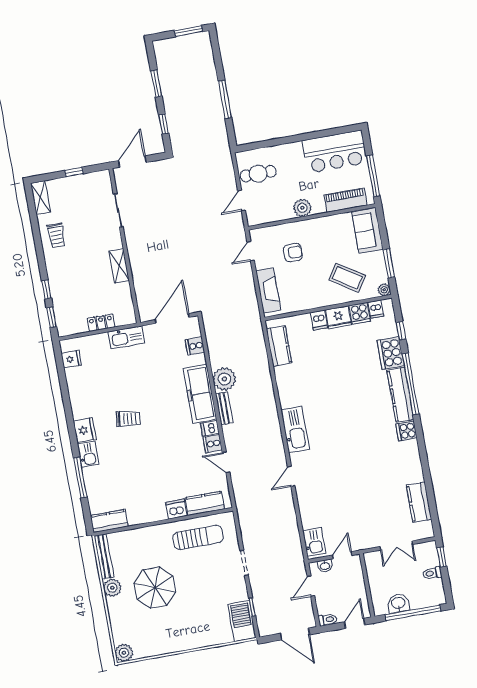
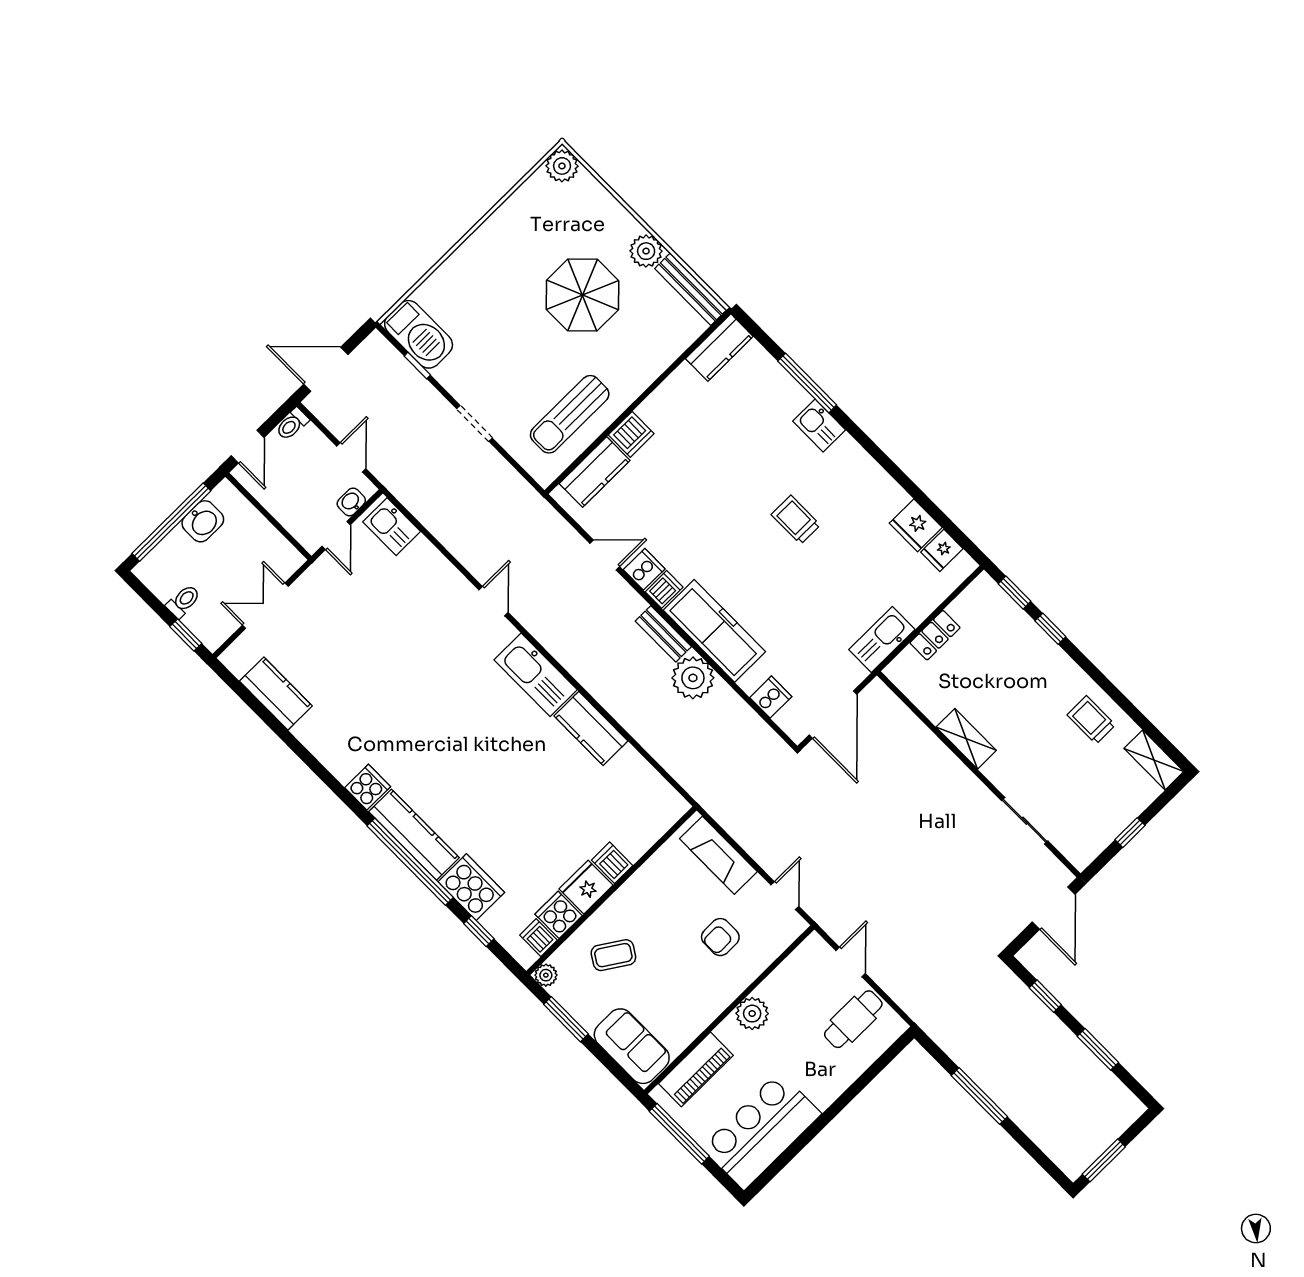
coffee table: (347, 278) -> (613, 955), width x0.73, depth x0.77
kitchen counter: (279, 346) -> (591, 728), moved
trolley: (128, 419) -> (796, 520), turned 82
fridge: (85, 430) -> (916, 525), moved

